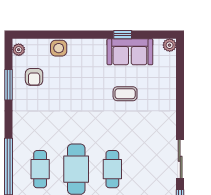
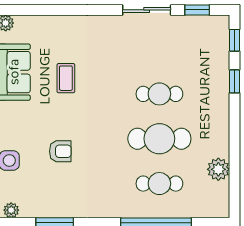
armchair: (34, 77) -> (60, 151), moved

